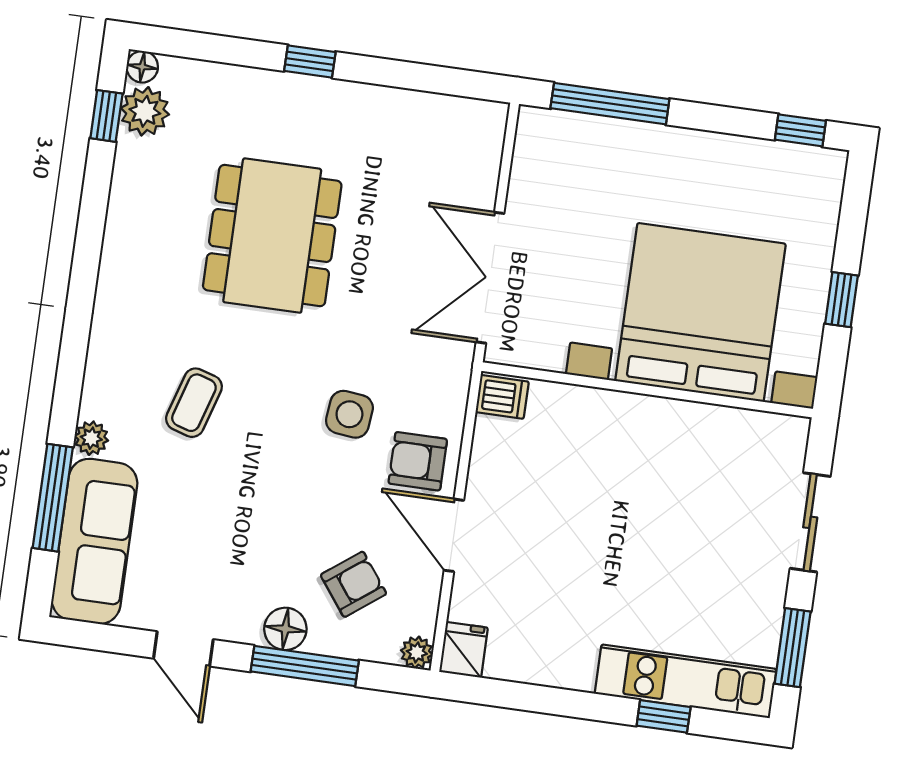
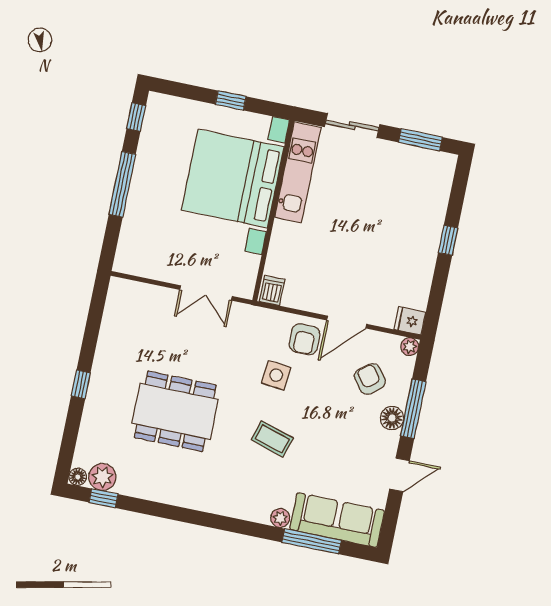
window: (610, 104) -> (122, 184), moved
double door: (490, 278) -> (206, 293), width x0.73
coffee table: (194, 403) -> (272, 439), moved
kitchen unit: (686, 681) -> (298, 172), moved, turned 180
window: (664, 716) -> (448, 240), moved

